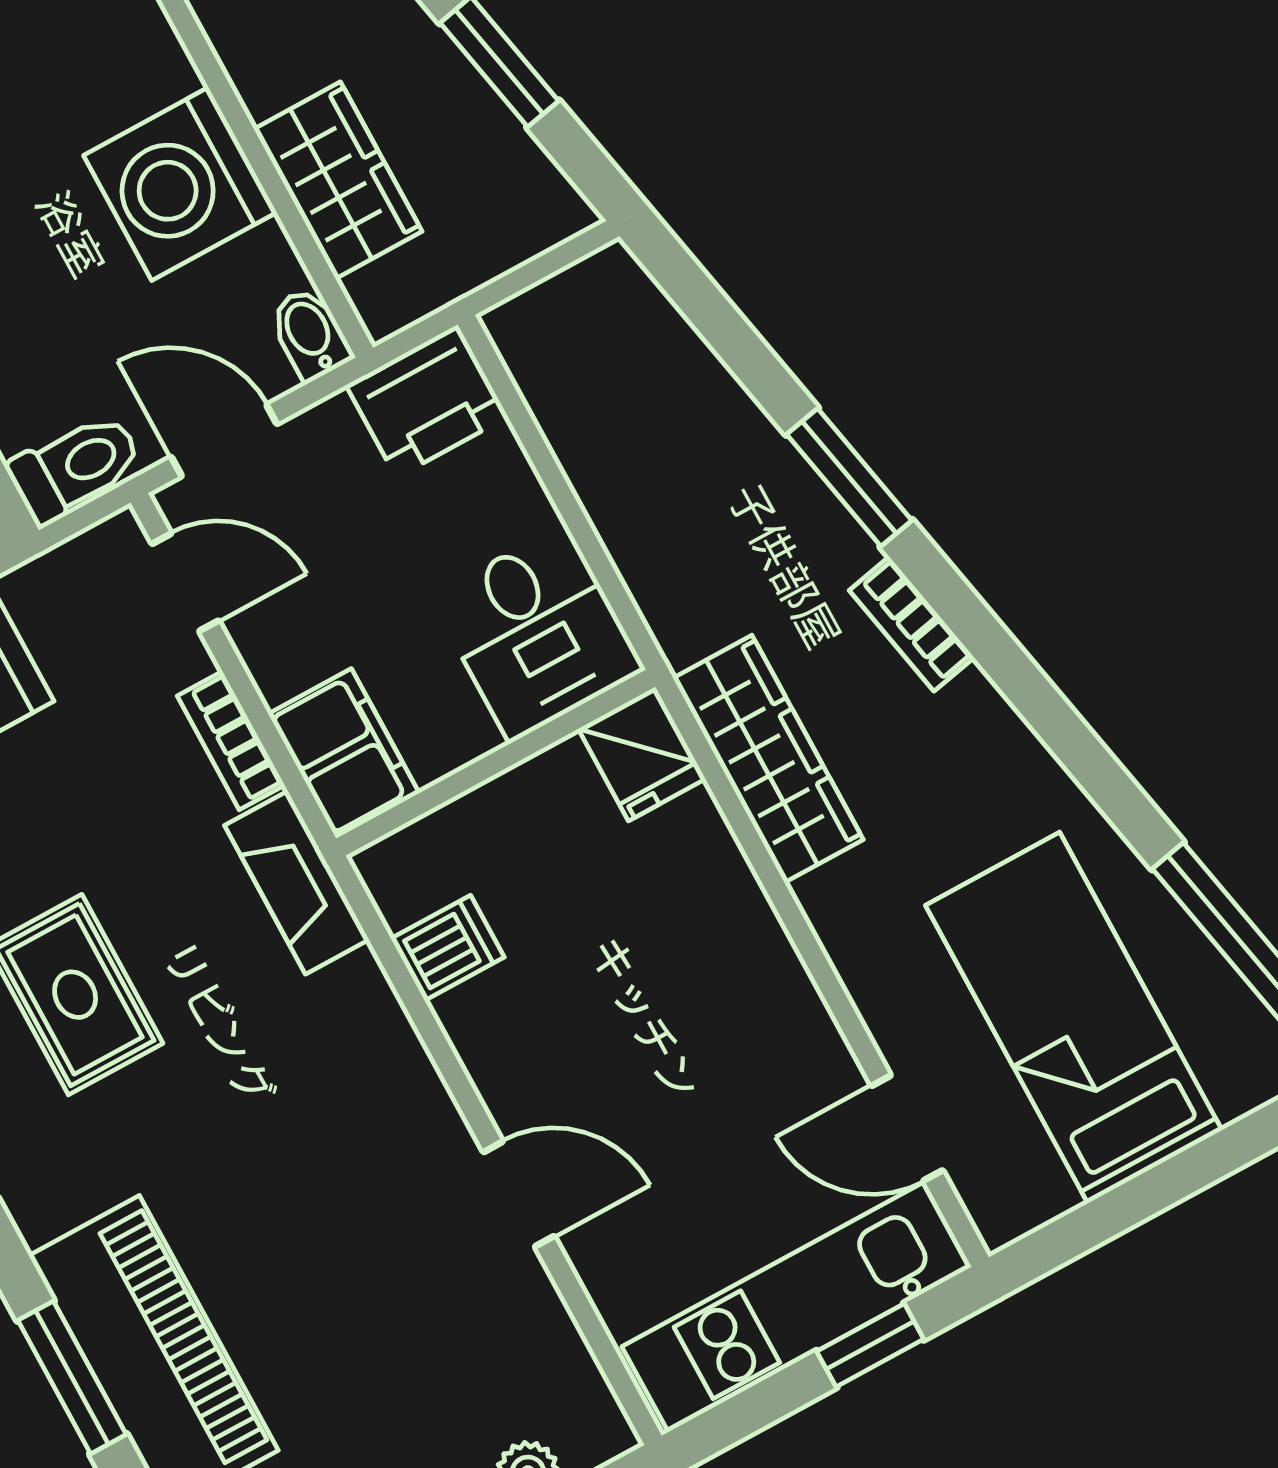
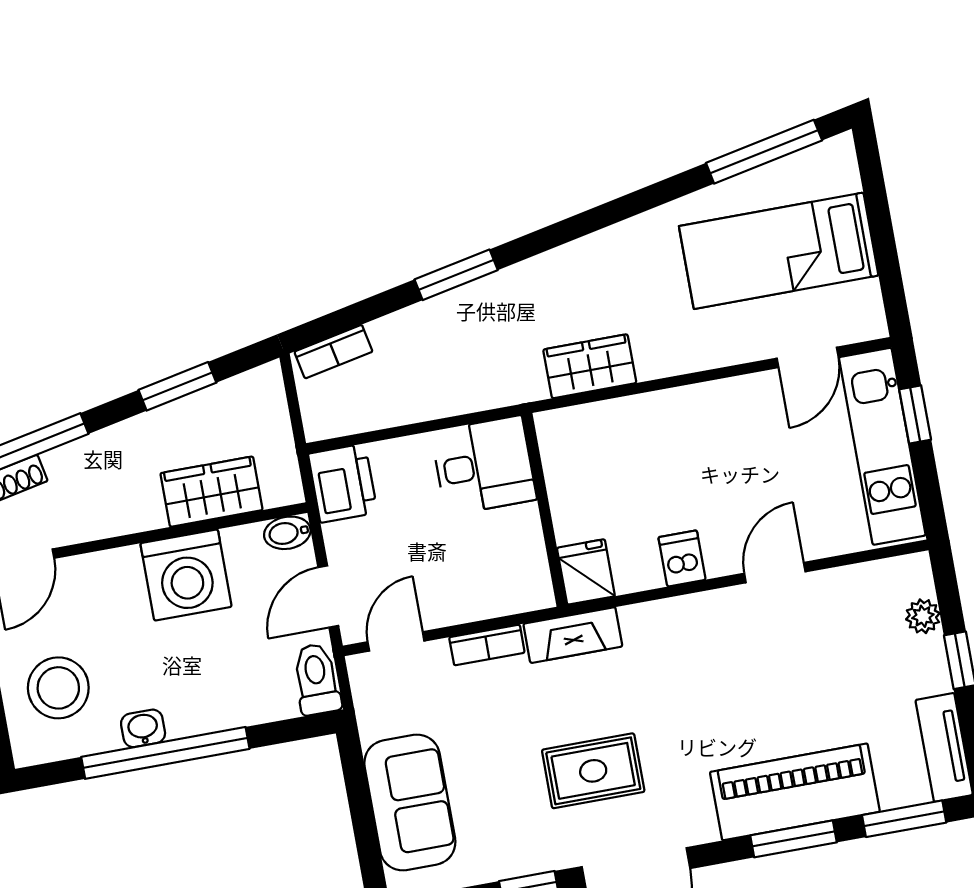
bookcase: (912, 624) -> (333, 352), moved
filing cabinet: (344, 754) -> (513, 588), removed
fridge: (642, 754) -> (586, 572), moved, turned -90
wardrobe: (768, 759) -> (590, 366), width x0.67
dishwasher: (448, 948) -> (682, 558), moved

